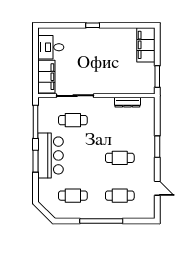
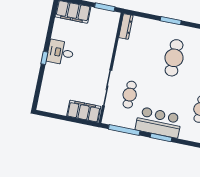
desk: (51, 47) -> (60, 52), moved, turned 90
dresser: (127, 102) -> (126, 26), moved
cafe table: (120, 158) -> (174, 58), width x1.37, depth x1.35

